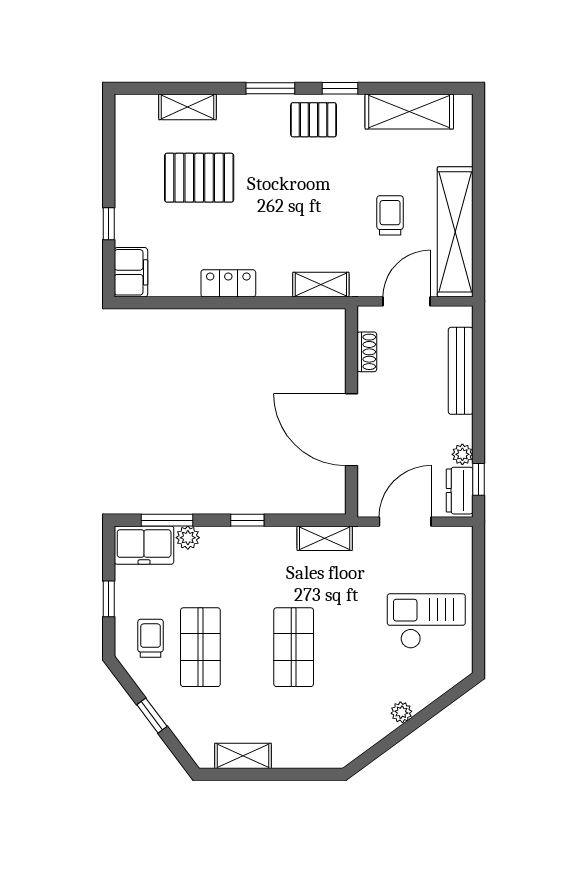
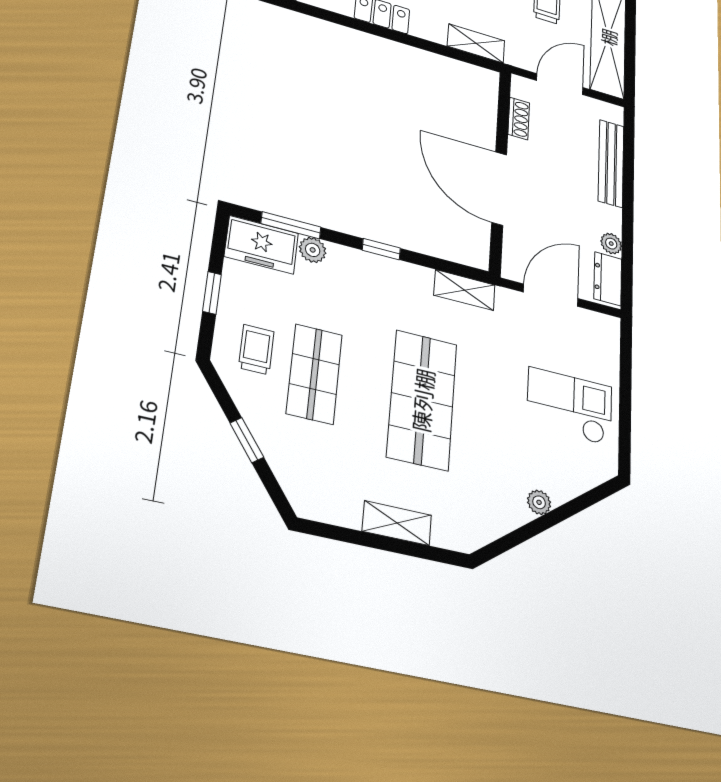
window: (479, 479) -> (627, 273), removed
shop shelf: (294, 647) -> (422, 400), width x1.43, depth x1.36
shelving: (243, 756) -> (397, 523), moved

